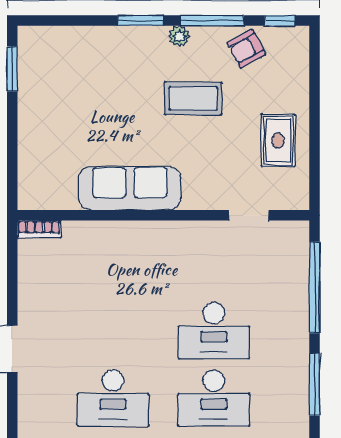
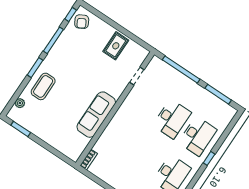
plant: (179, 36) -> (20, 103), moved
armchair: (246, 49) -> (82, 22), moved
coffee table: (193, 98) -> (43, 86), moved
rug: (278, 140) -> (116, 46), turned 90

